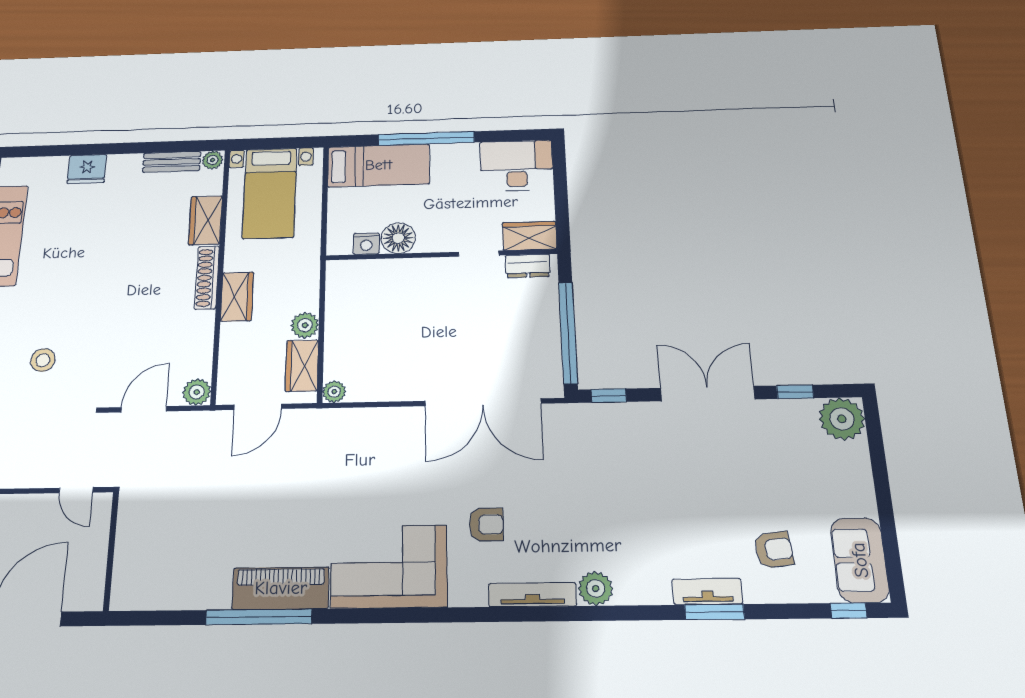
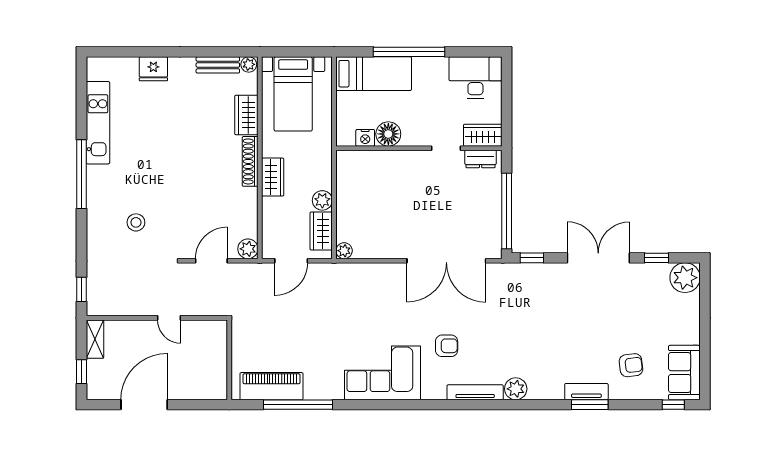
wall: (111, 551) -> (229, 360), moved
piano: (281, 588) -> (271, 386), moved

